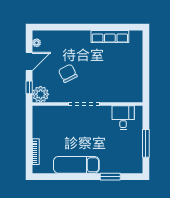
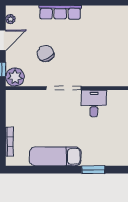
row of seats: (110, 37) -> (60, 12), moved
desk: (123, 118) -> (94, 103), moved

